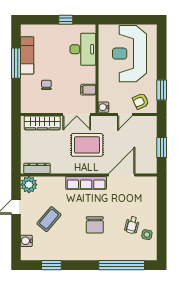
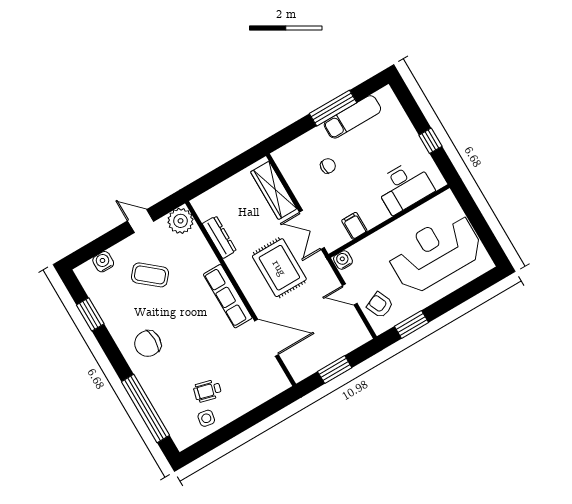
dresser: (37, 168) -> (219, 237), moved
chair: (95, 225) -> (148, 344), moved

